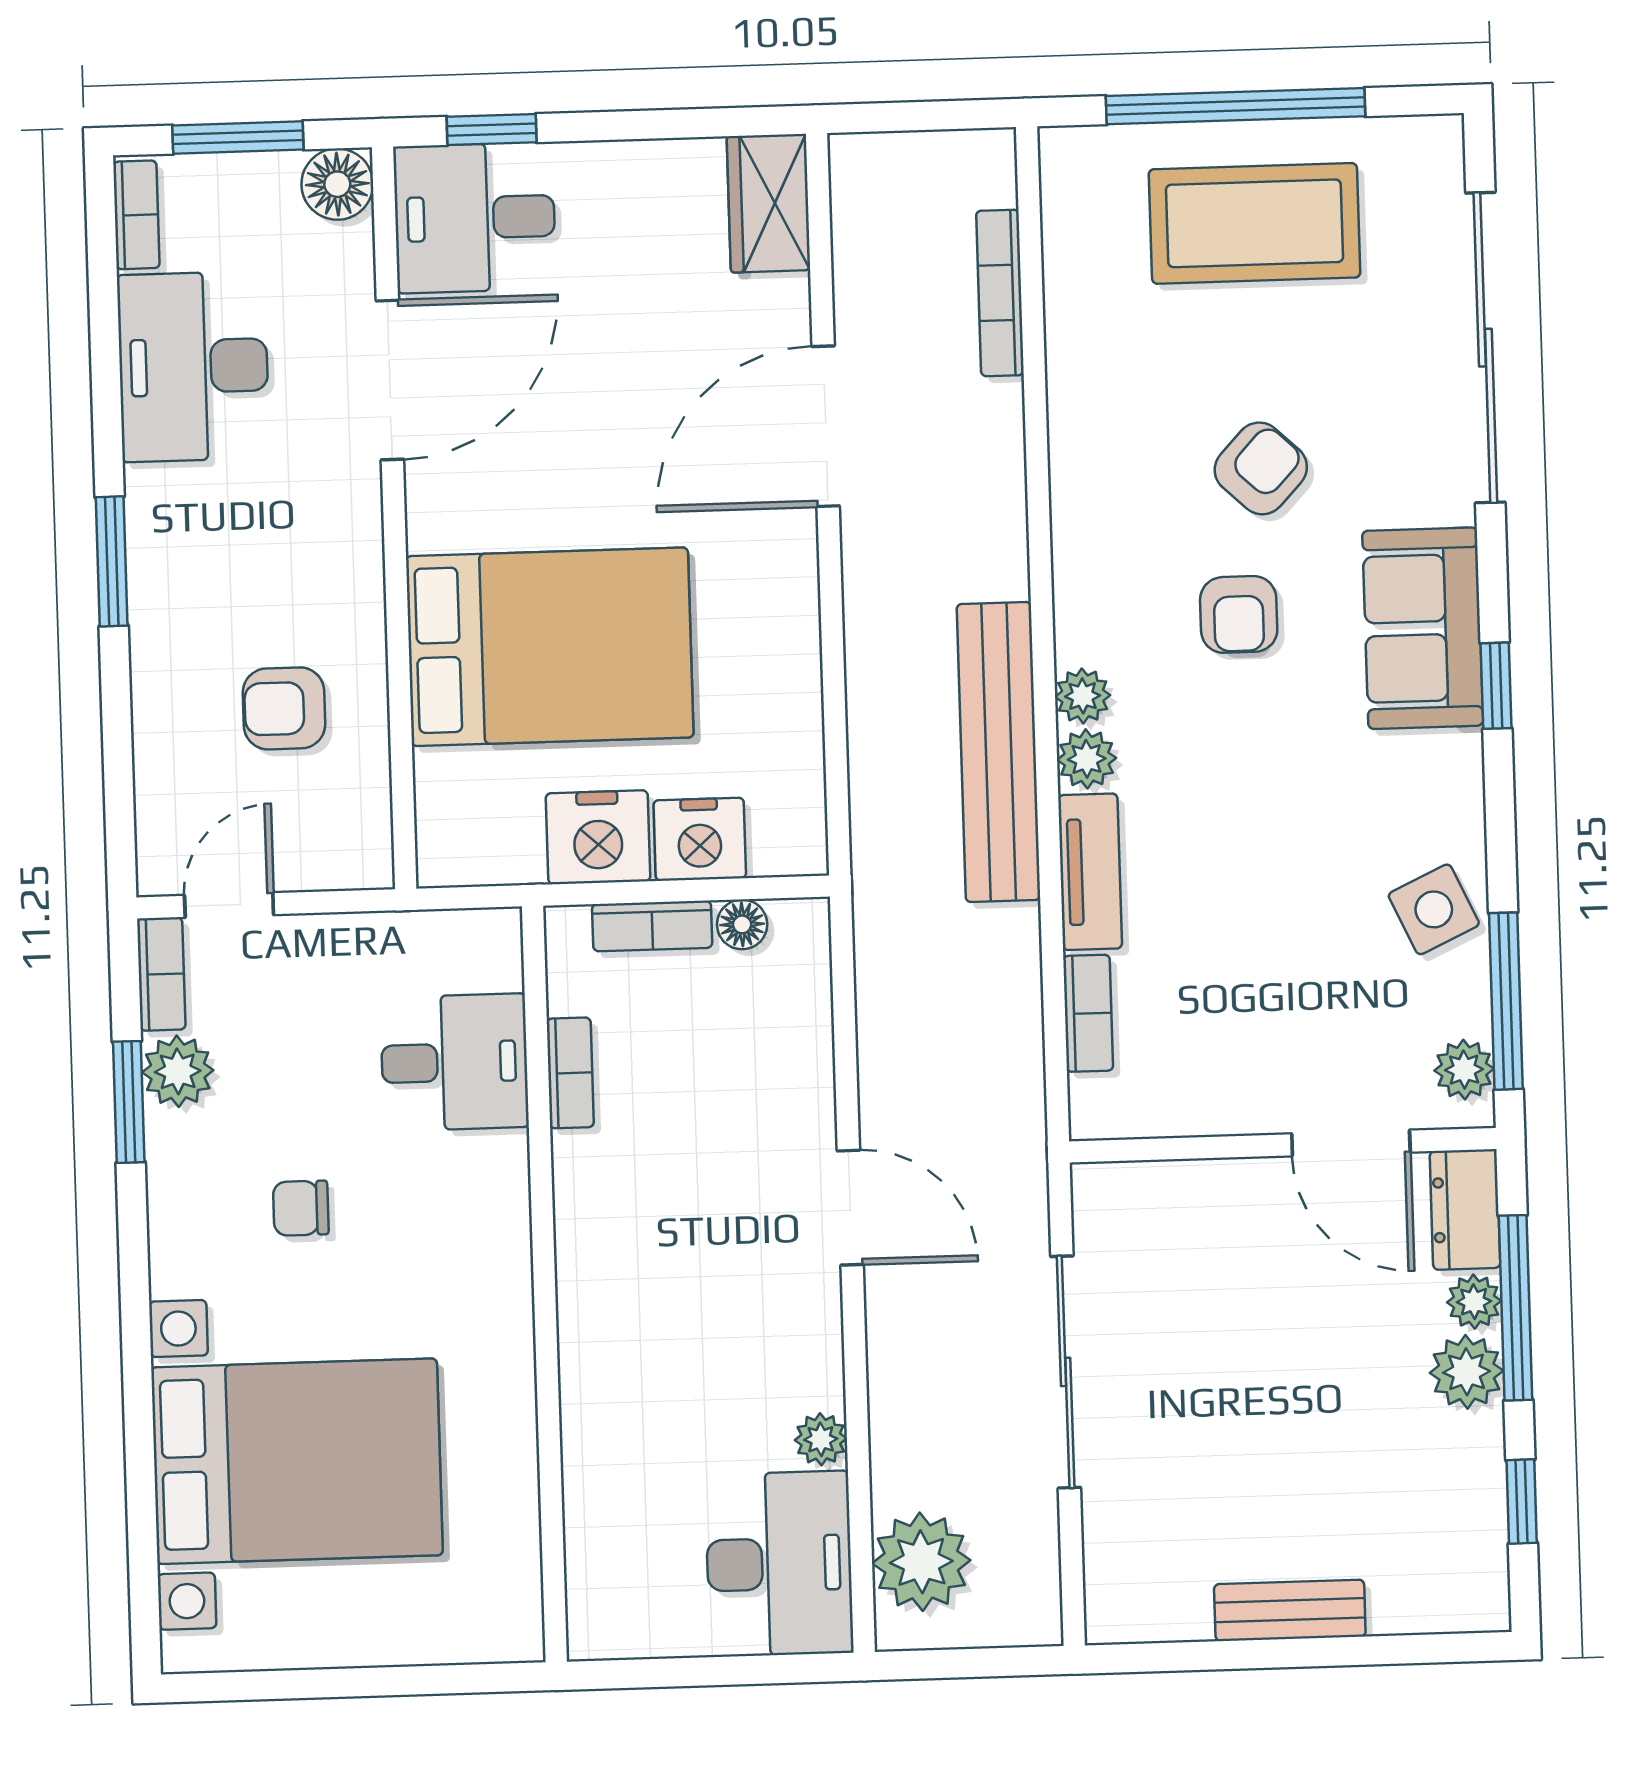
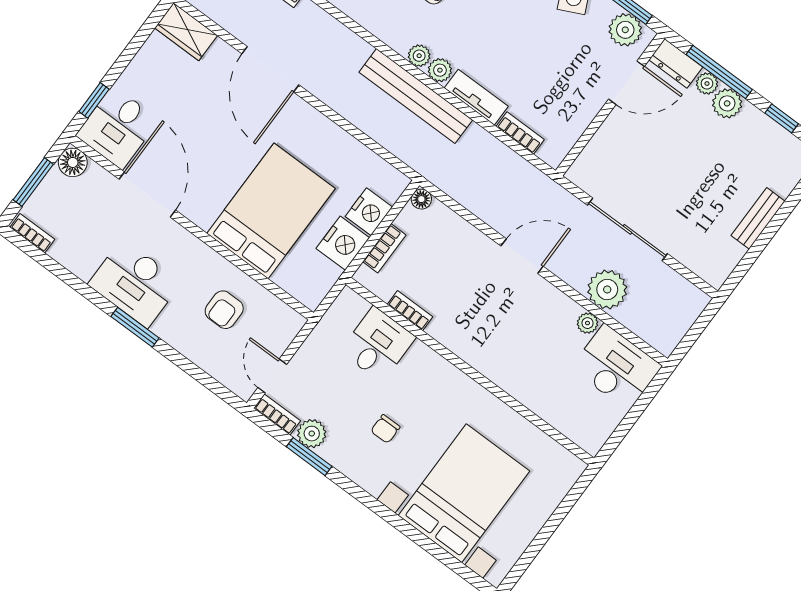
desk: (193, 367) -> (135, 283), moved
floor lamp: (742, 924) -> (421, 199), moved
plant: (1464, 1070) -> (625, 30), width x1.38, depth x1.38
plant: (921, 1562) -> (607, 289), moved

